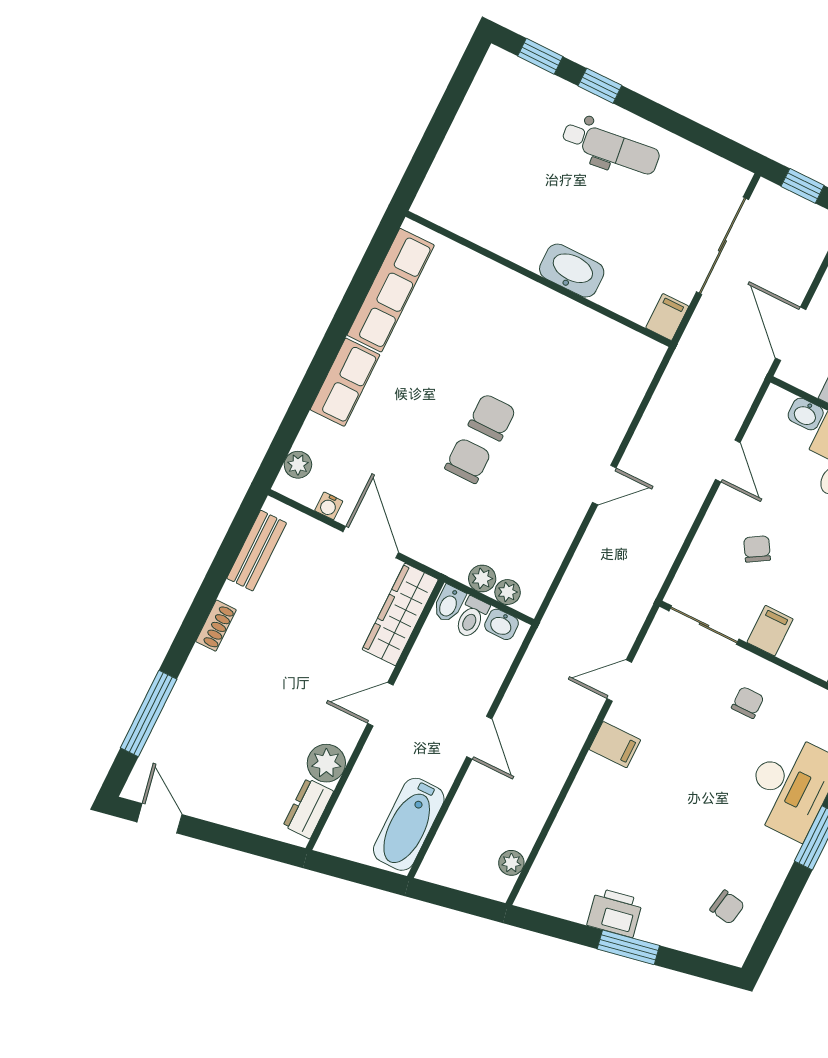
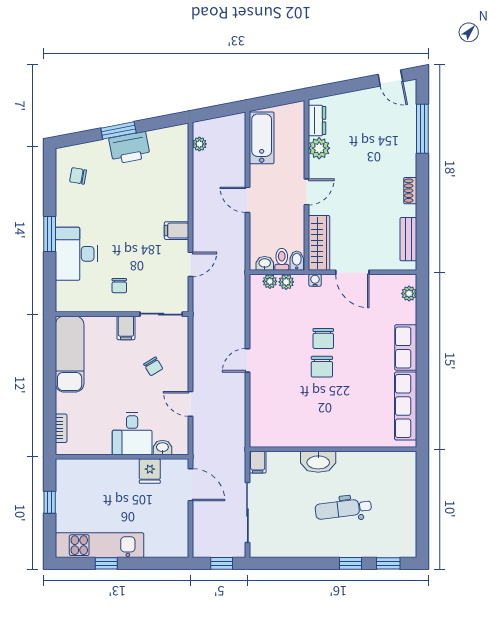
dental chair: (611, 147) -> (343, 509), moved
water cooler: (329, 506) -> (315, 280), moved
printer: (615, 913) -> (129, 148), width x1.37, depth x1.19

